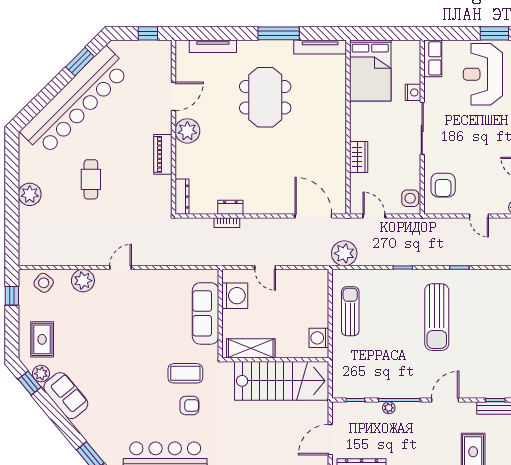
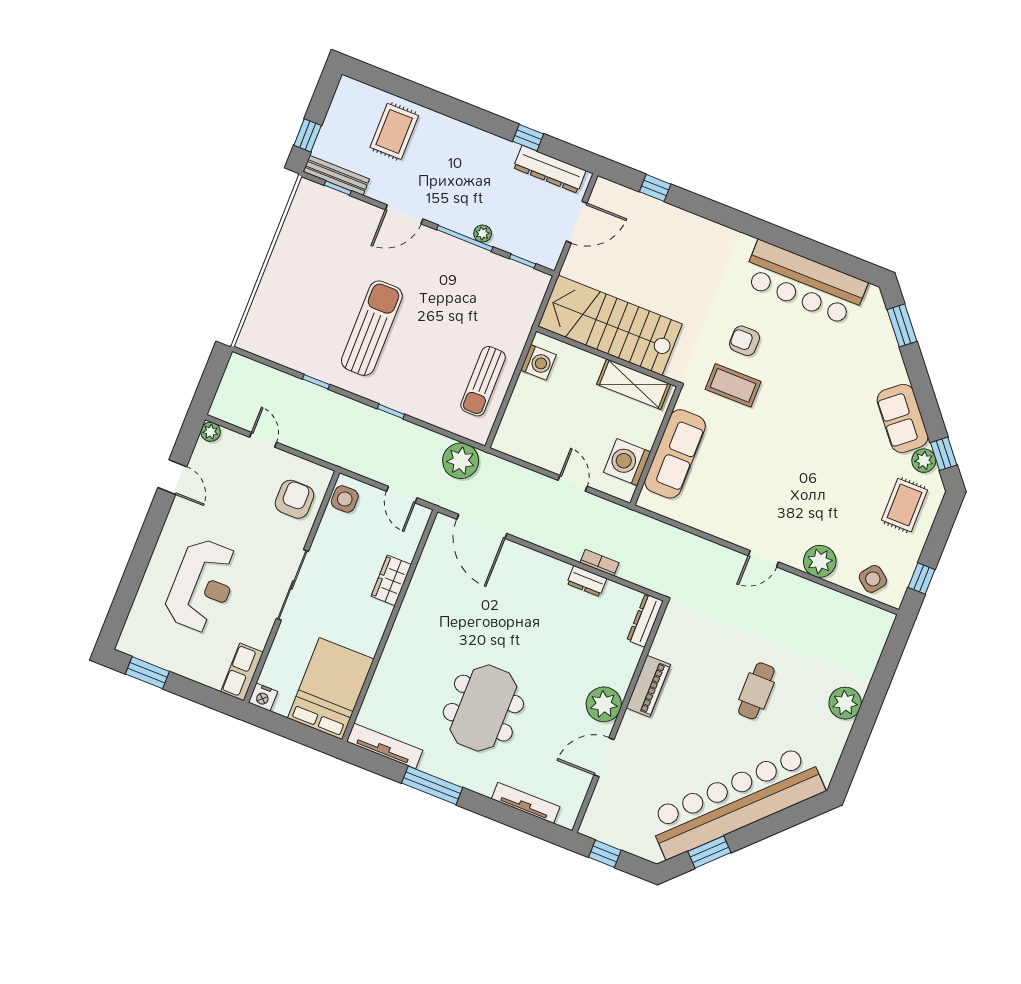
reception desk: (483, 74) -> (202, 586), moved
nightstand: (413, 92) -> (263, 697), moved, turned -90

